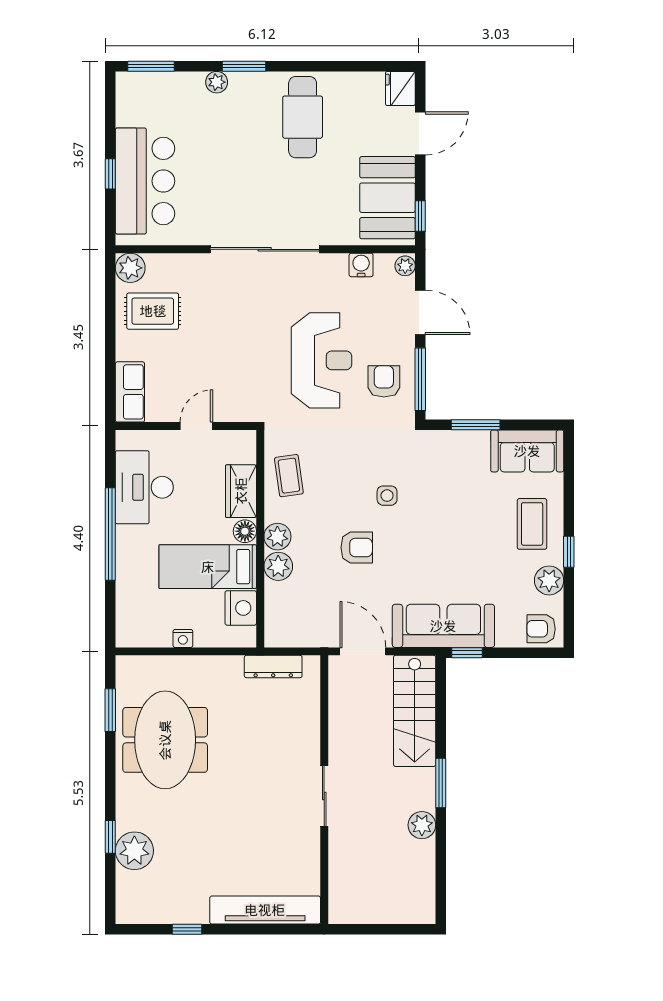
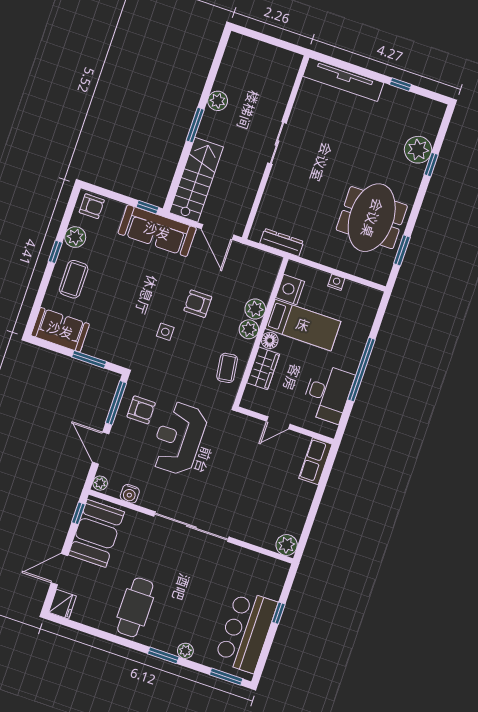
bar counter: (145, 181) -> (246, 631), moved
rug: (153, 311) -> (281, 511), removed
armchair: (384, 381) -> (141, 410), turned -90

